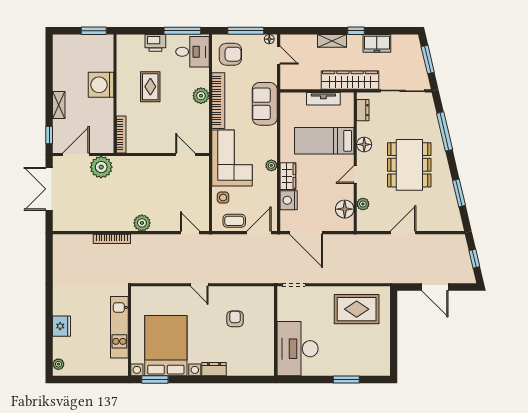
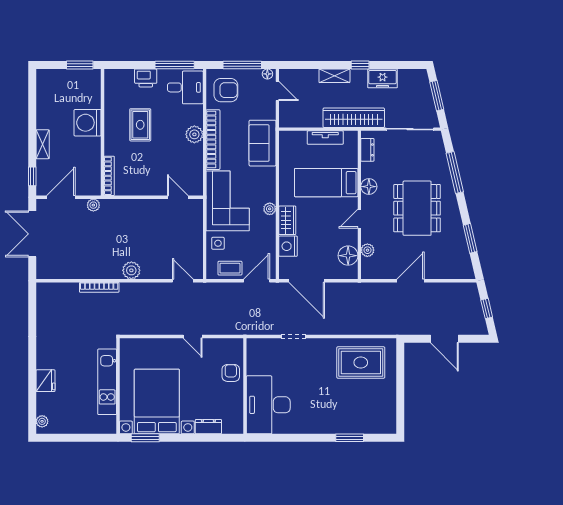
plant: (101, 167) -> (93, 205), width x0.53, depth x0.53
wall: (276, 331) -> (245, 386), moved
desk: (298, 349) -> (268, 405), moved

